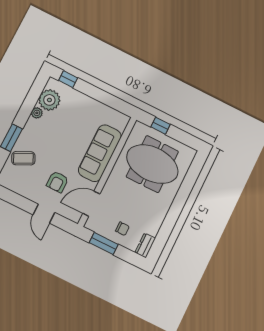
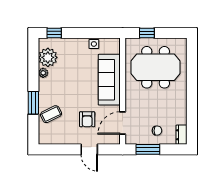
side table: (102, 110) -> (94, 44), added

